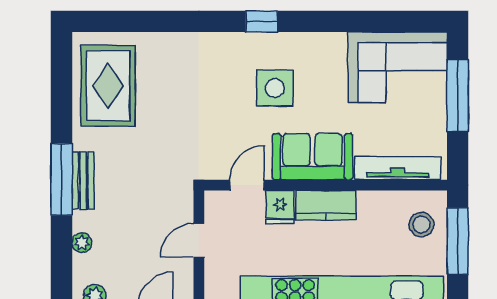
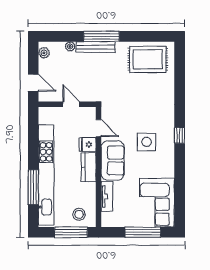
tv unit: (398, 168) -> (107, 196), width x0.71
bench: (83, 181) -> (96, 47), width x1.36

